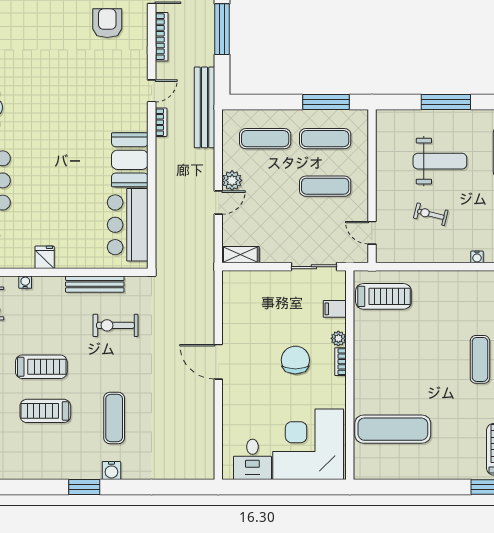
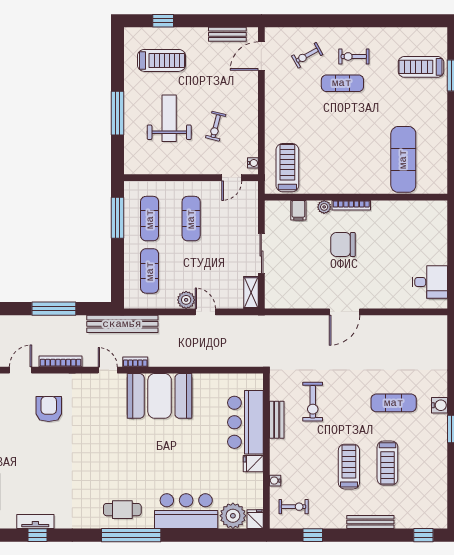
armchair: (107, 23) -> (49, 409), turned 90
booth: (130, 160) -> (160, 396), width x1.36, depth x1.42
bar counter: (128, 225) -> (245, 422), moved, turned 90
water cooler: (477, 257) -> (253, 163), moved
sliding door: (314, 267) -> (261, 254), moved
bench: (95, 284) -> (277, 420), width x0.73
bookcase: (340, 362) -> (351, 205), width x1.56
corner desk: (308, 444) -> (417, 233), removed

